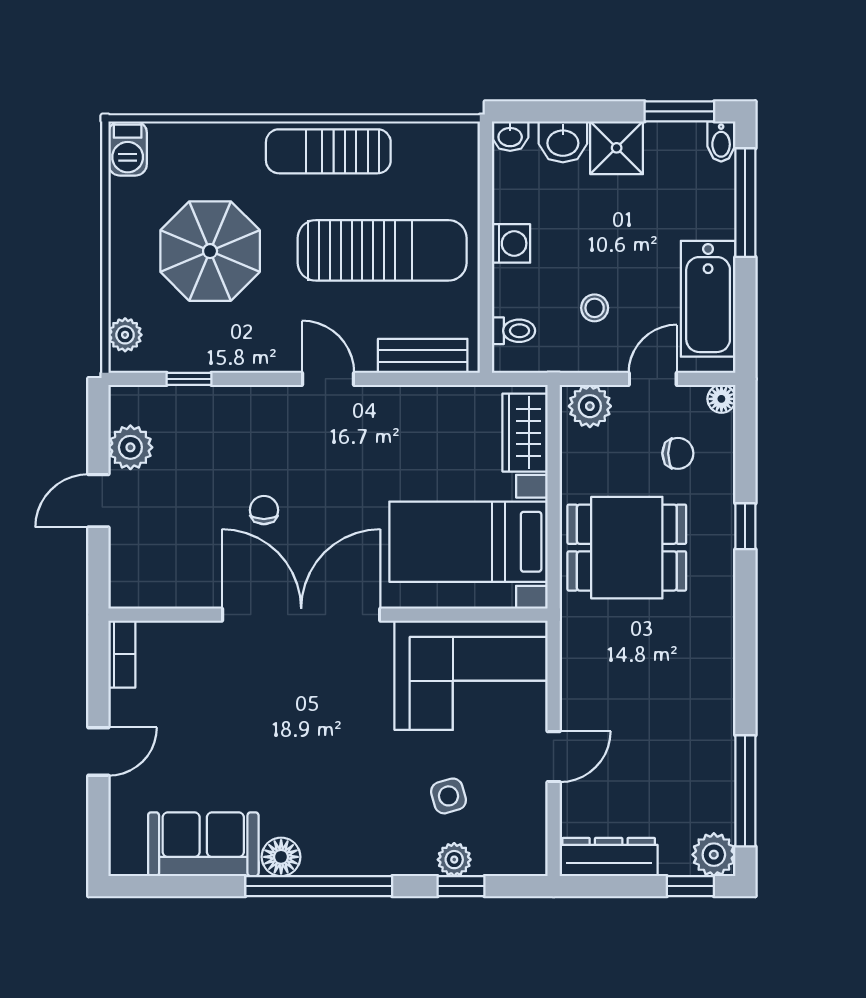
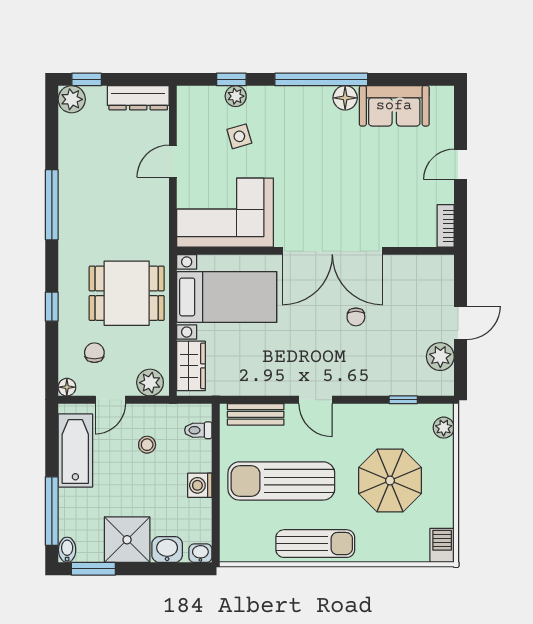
shower: (617, 148) -> (127, 540), width x1.36, depth x1.36
chair: (678, 453) -> (94, 353), turned 90
window: (745, 791) -> (52, 205), moved

